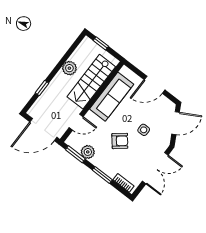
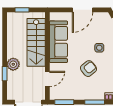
plant: (69, 68) -> (13, 64), moved
plant: (88, 152) -> (72, 94), removed

